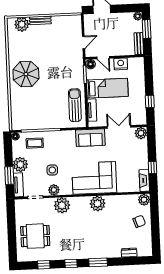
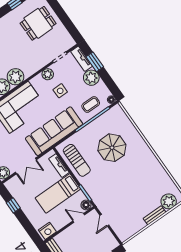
nightstand: (121, 64) -> (47, 231), moved
parasol: (26, 74) -> (112, 148), moved
sofa: (90, 138) -> (54, 131), width x1.85, depth x1.27
plant: (62, 205) -> (15, 77), moved

